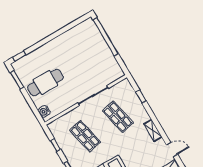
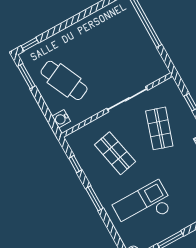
cafe table: (45, 82) -> (64, 80), turned 65
shop shelf: (118, 117) -> (159, 128), turned 30

